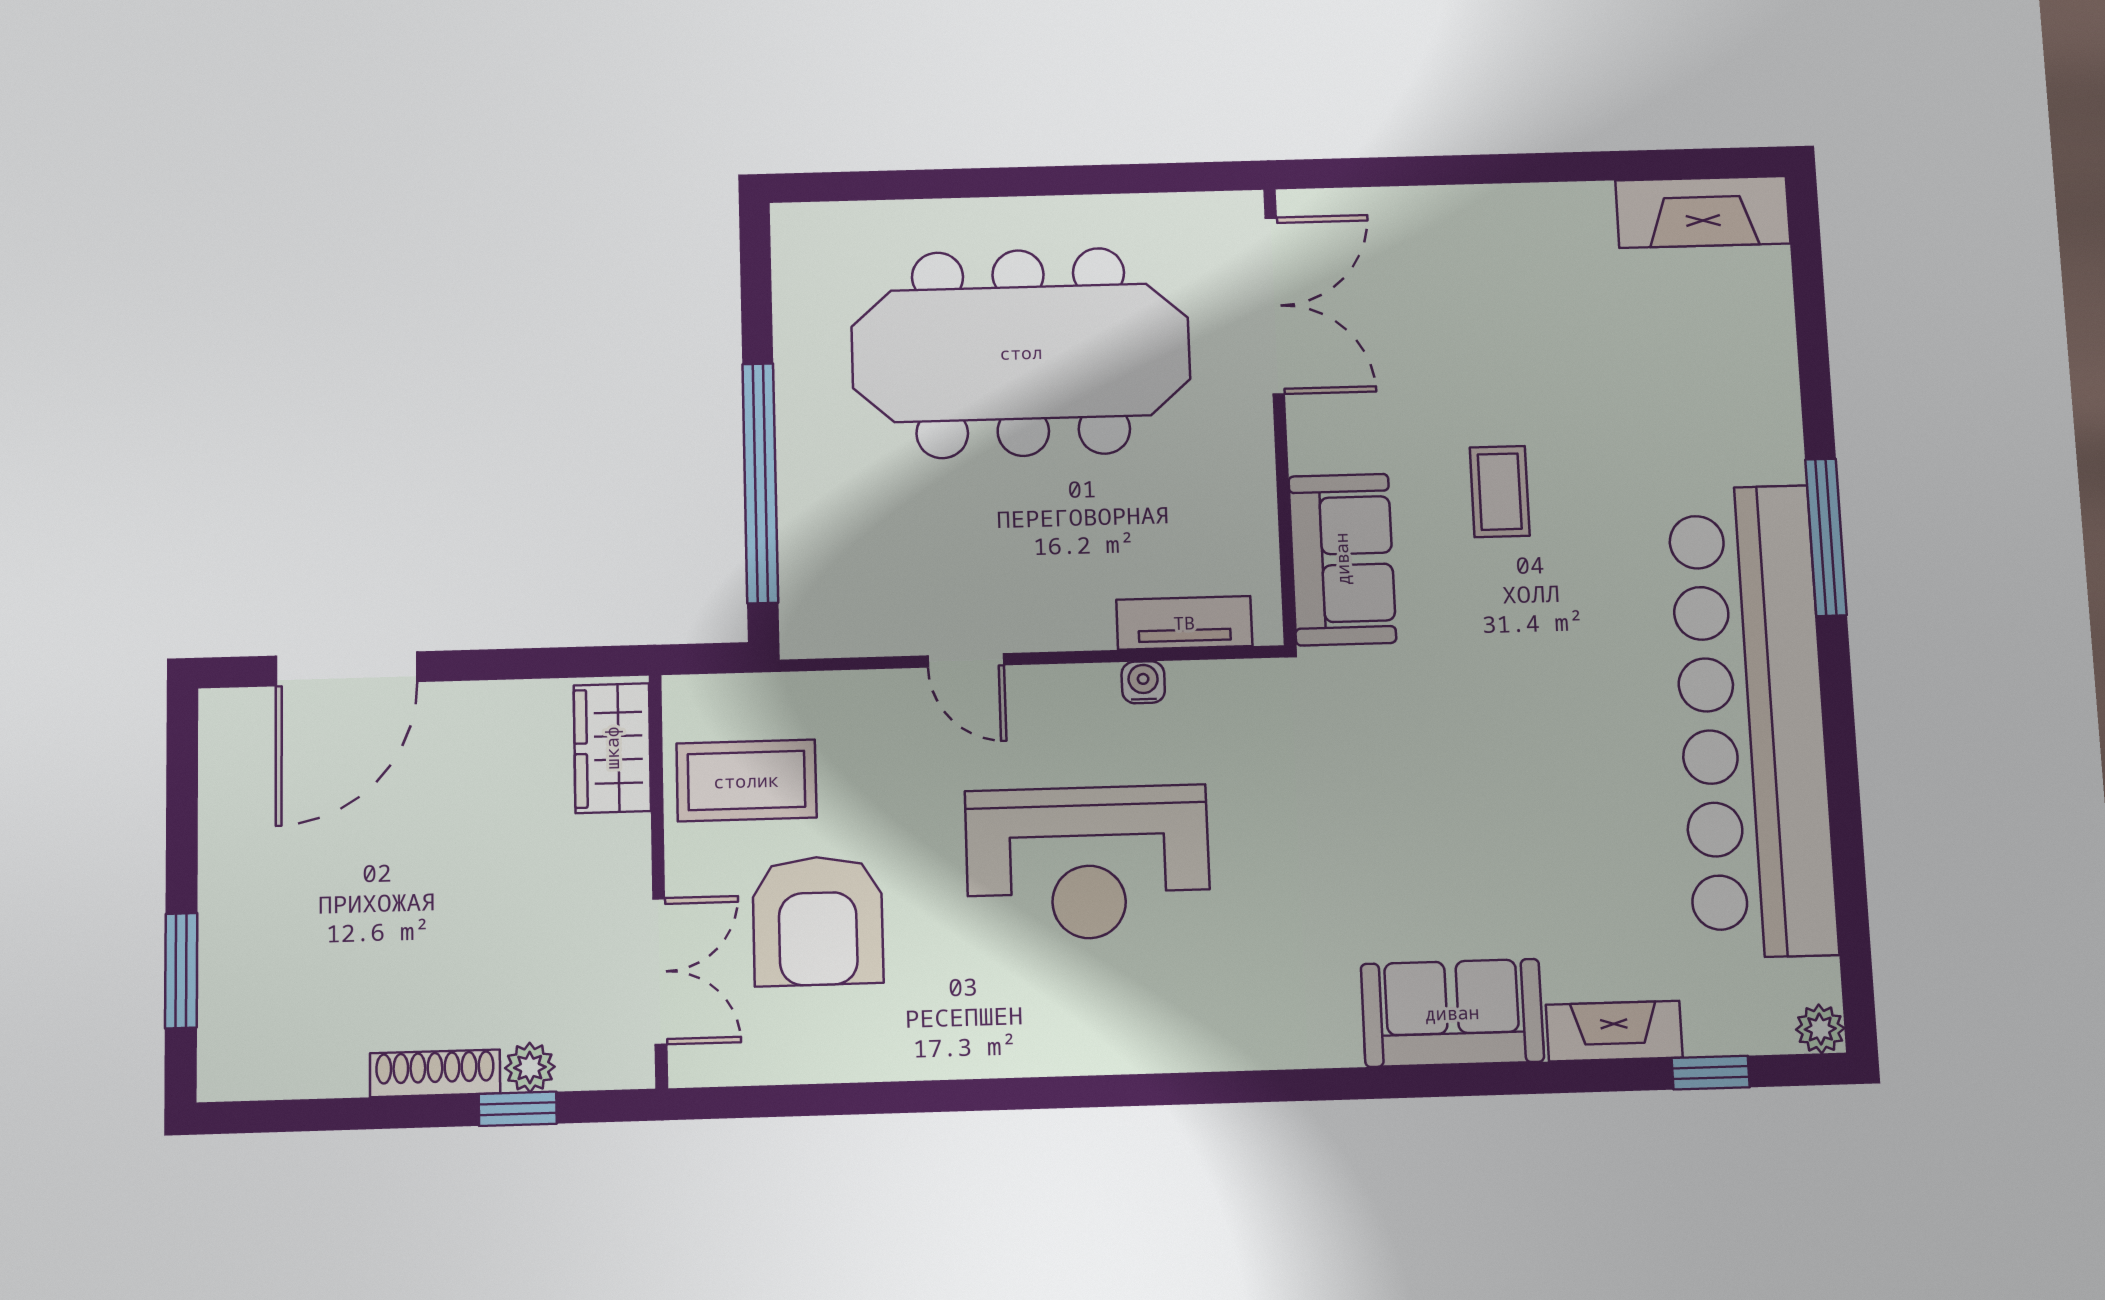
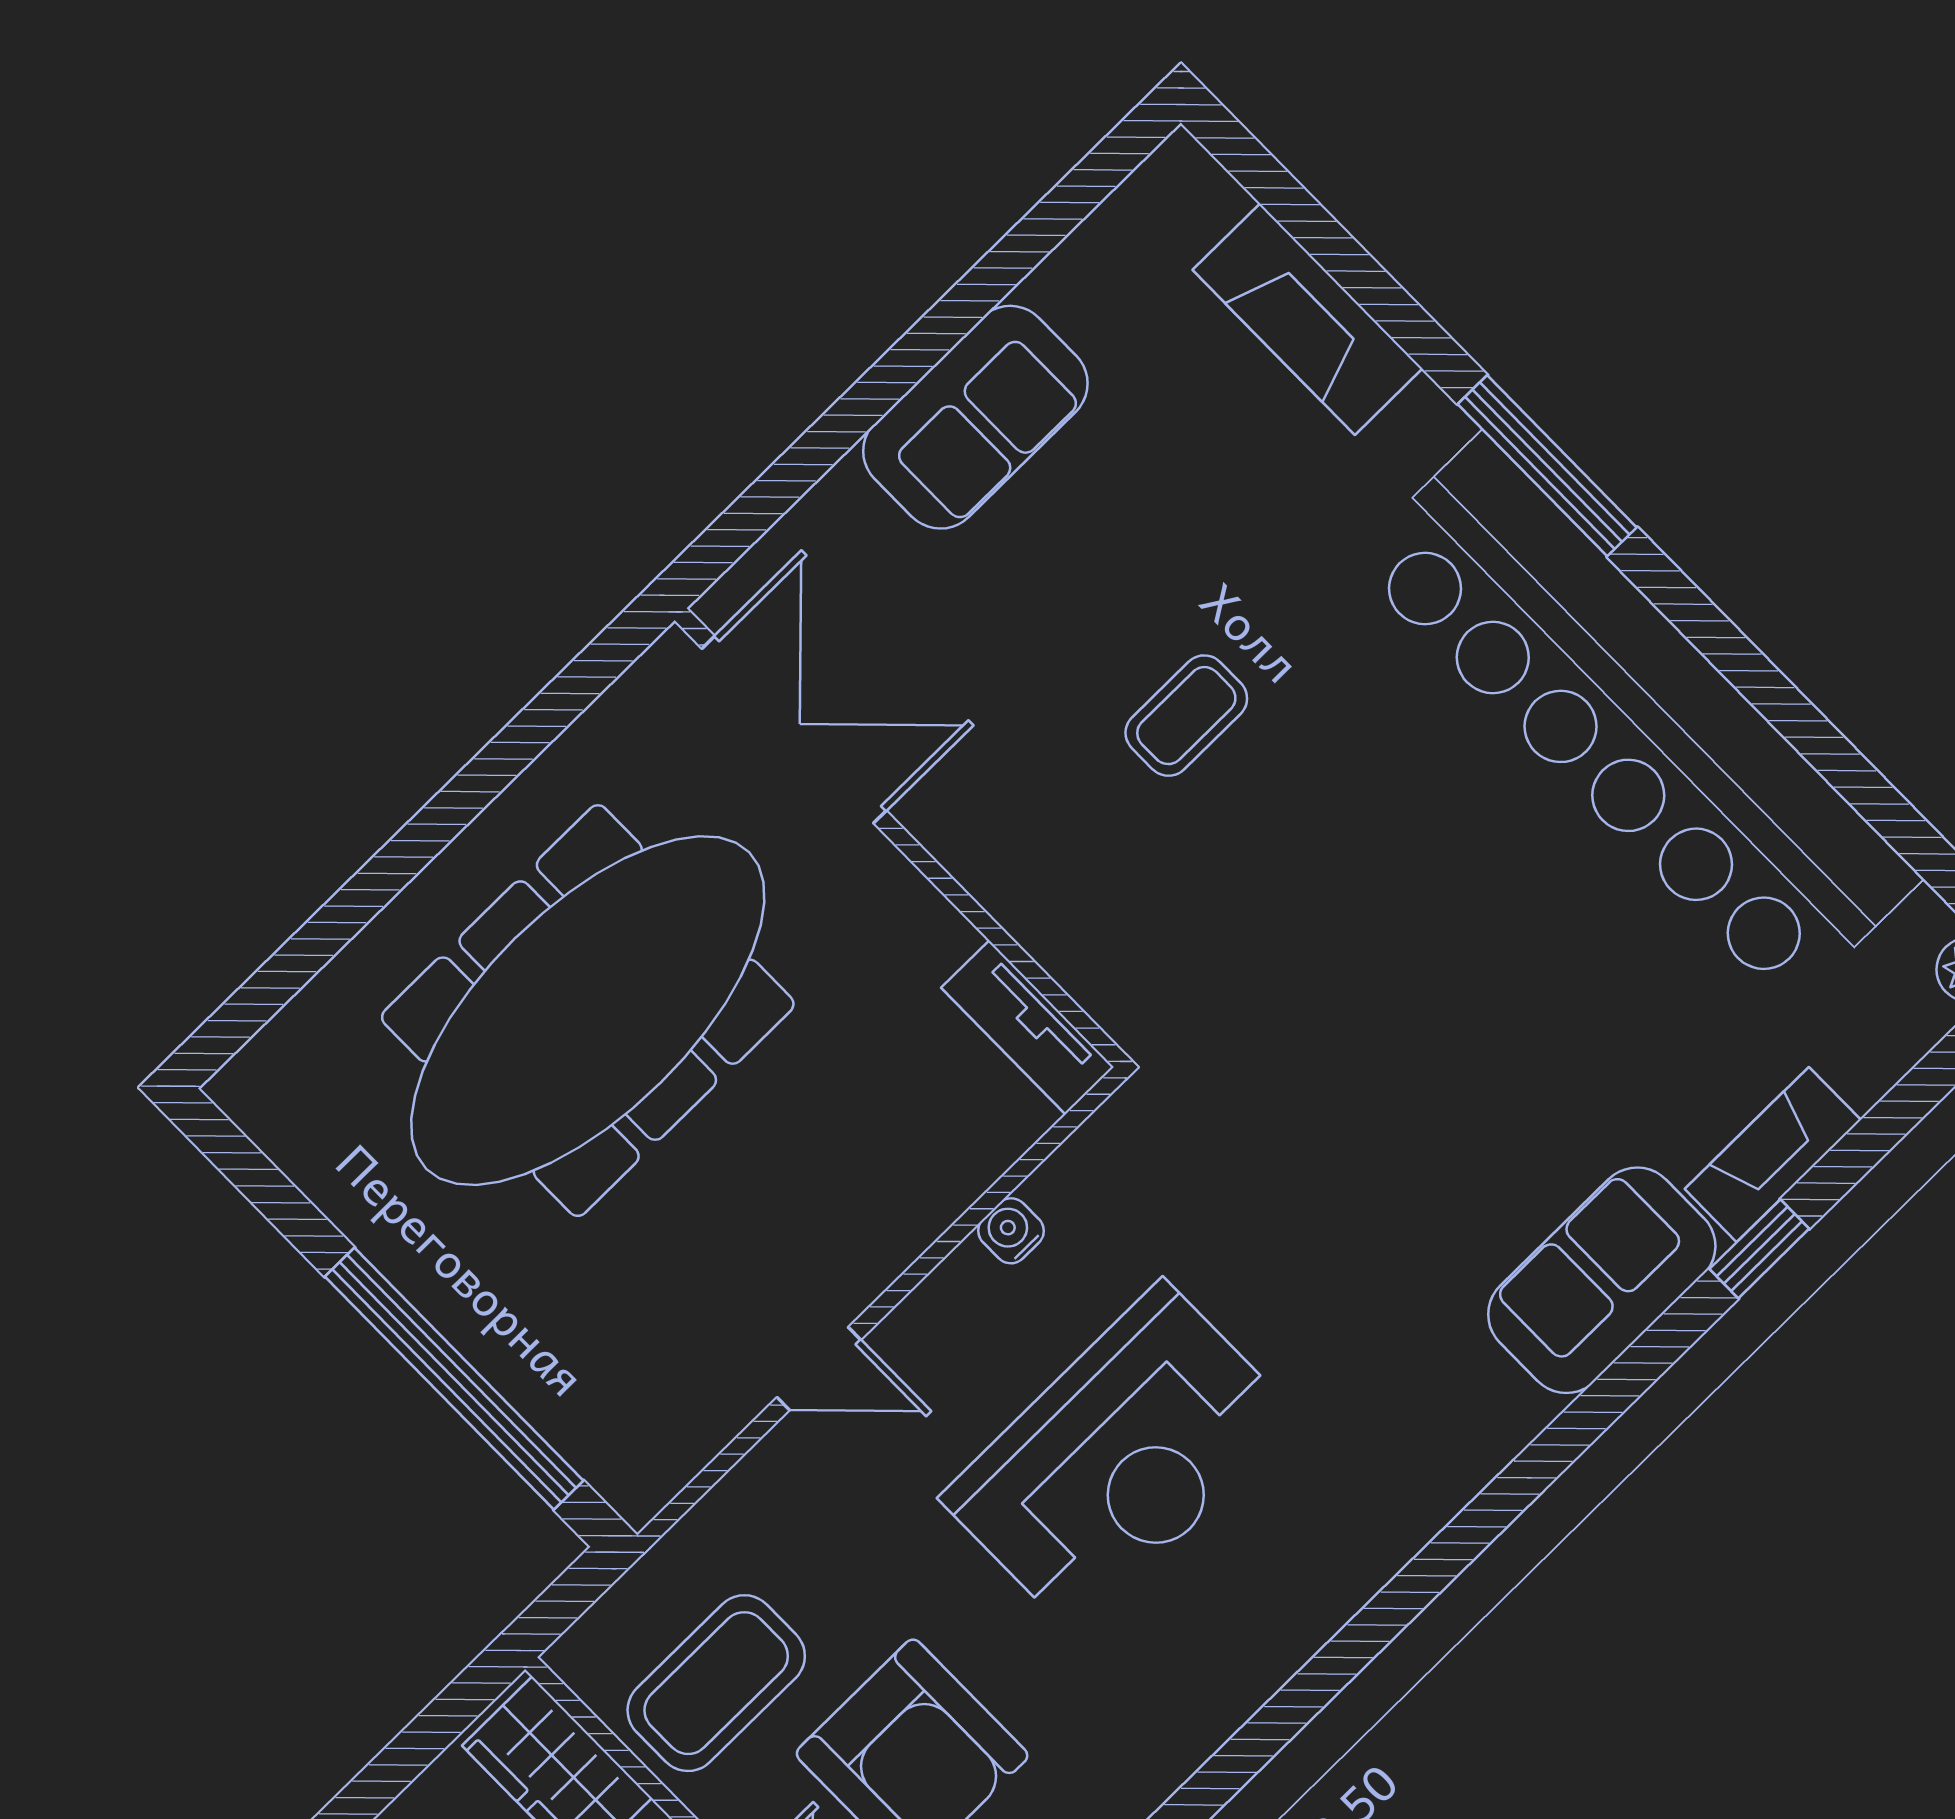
fireplace: (1703, 212) -> (1308, 319), moved, turned 90
coffee table: (1500, 492) -> (1186, 716), turned 90
sofa: (1342, 559) -> (975, 417), moved, turned 90
tv unit: (1184, 623) -> (1028, 1027), moved, turned -90
window: (1711, 1073) -> (1759, 1249), moved

